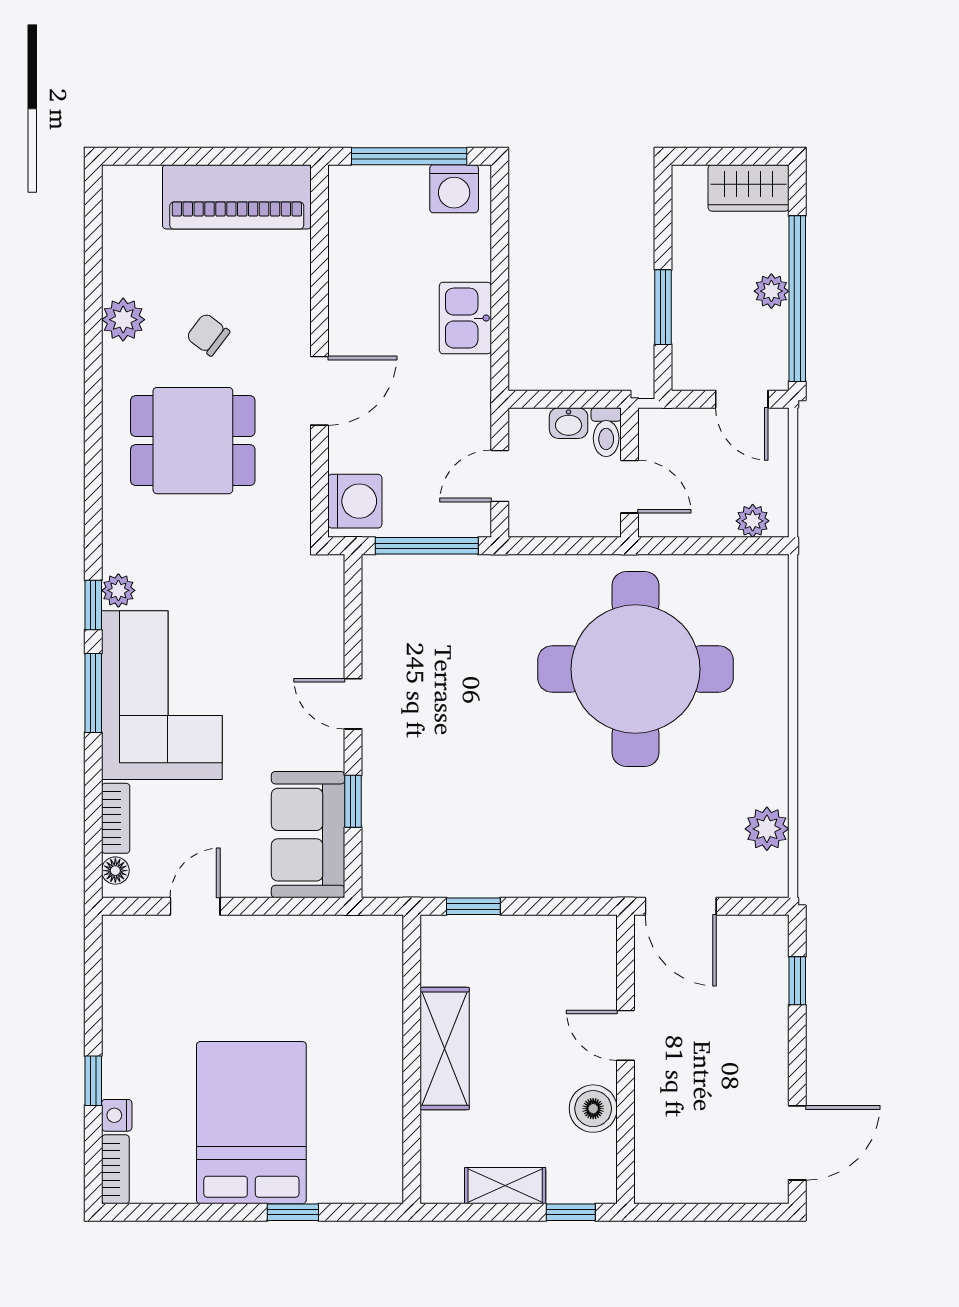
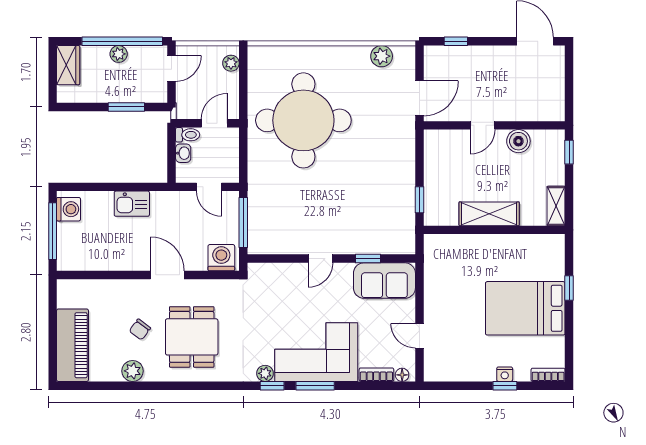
piano: (237, 197) -> (73, 345), moved
nightstand: (117, 1115) -> (505, 374), moved
shelving: (505, 1186) -> (556, 206), moved

